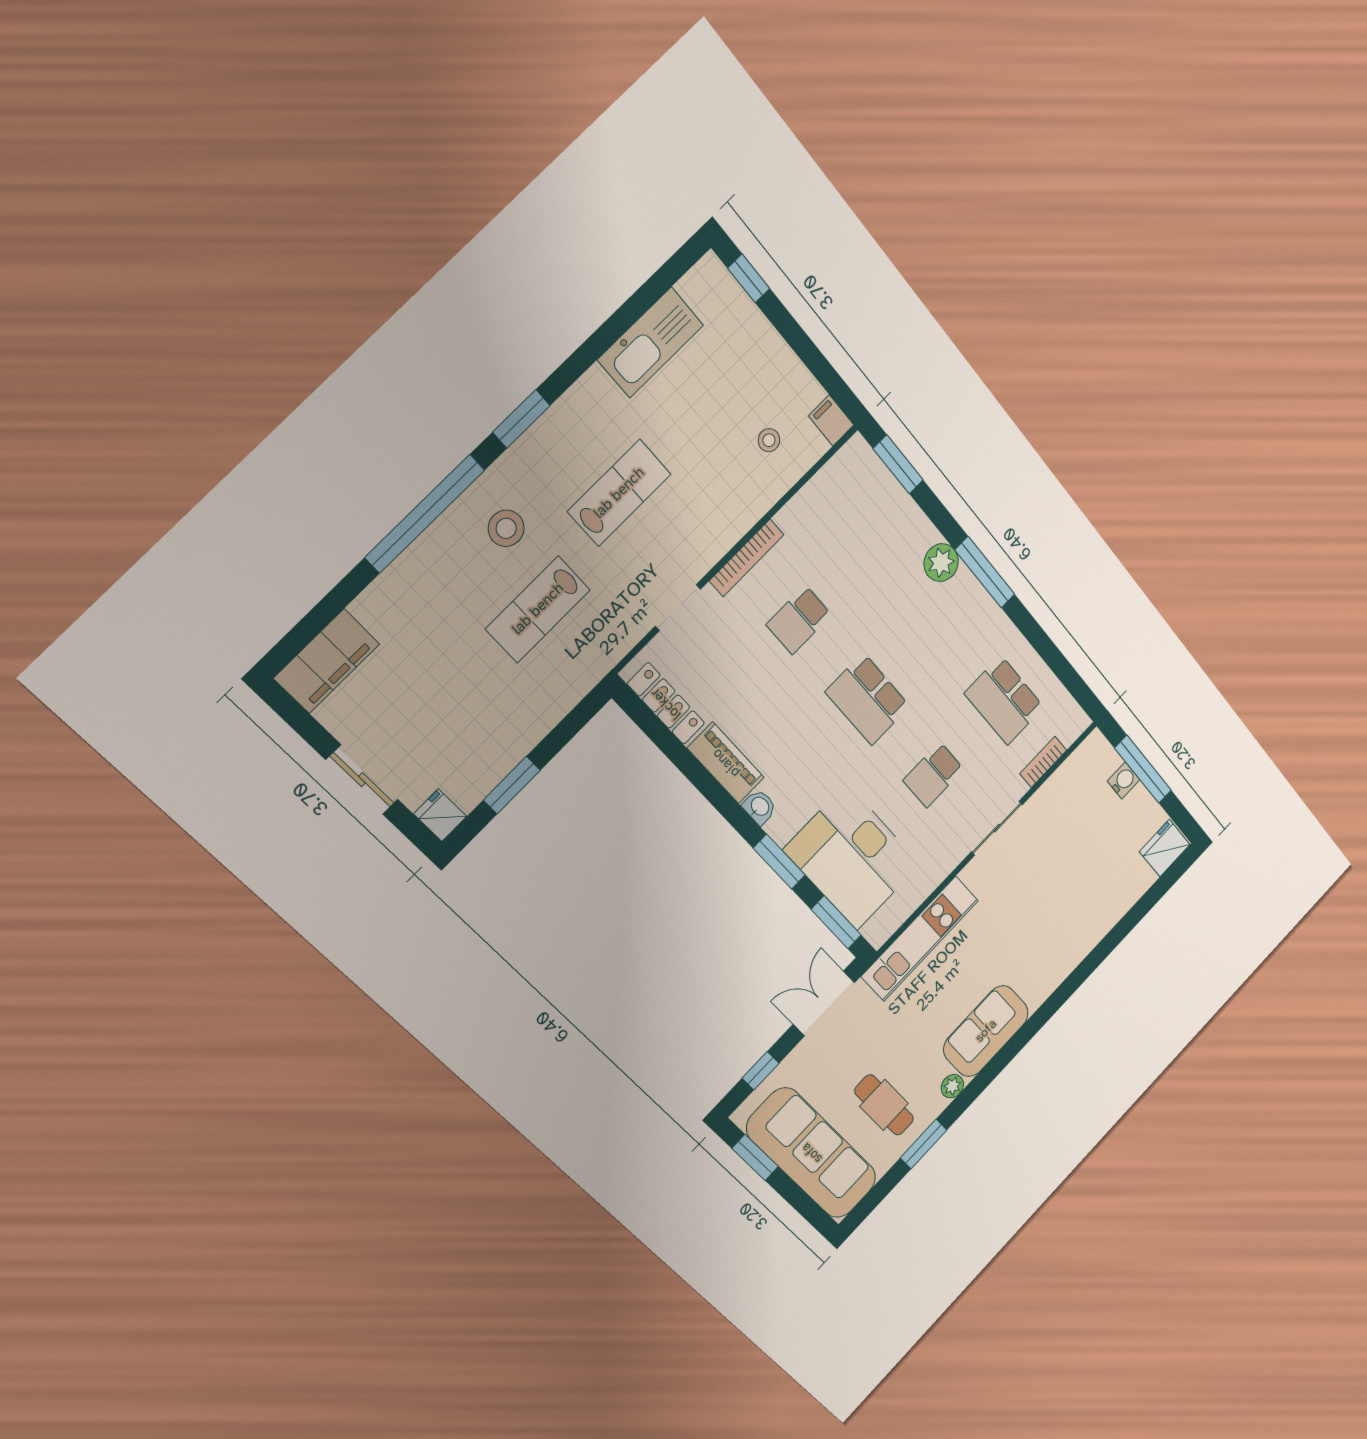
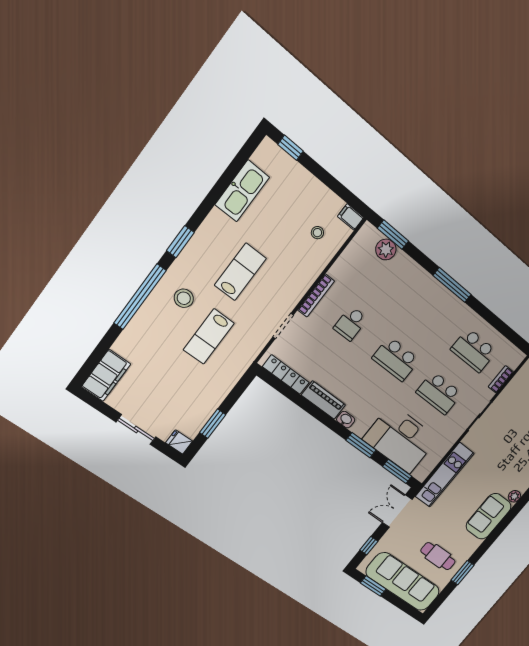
plant: (941, 563) -> (386, 250), moved
school desk: (933, 775) -> (439, 393), width x1.85
plant: (952, 1086) -> (514, 496), moved

